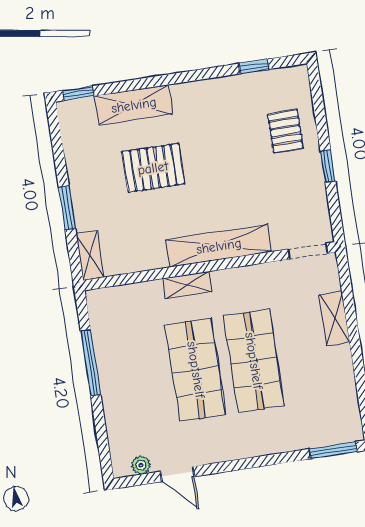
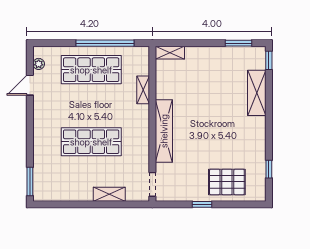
pallet: (285, 131) -> (227, 182), width x1.50, depth x1.42
pallet: (153, 168) -> (217, 99), removed
window: (67, 208) -> (238, 43), moved
shelving: (188, 285) -> (143, 90), moved
window: (91, 363) -> (105, 43), width x1.46
shop shelf: (196, 370) -> (91, 70), moved

